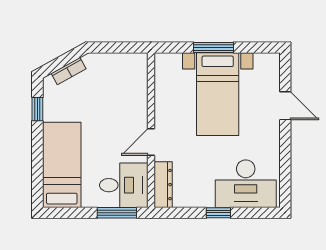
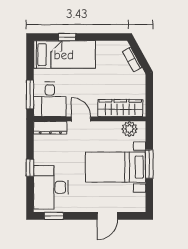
plant: (165, 75) -> (129, 129), added
wardrobe: (136, 88) -> (120, 108), added
window: (37, 109) -> (67, 37), moved
window: (285, 180) -> (54, 216), added

